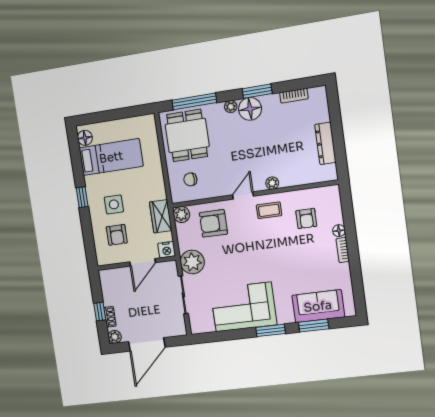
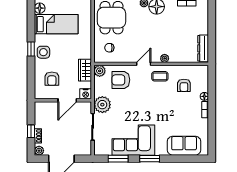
dresser: (325, 143) -> (203, 48), moved
side table: (114, 204) -> (43, 52), moved
window: (314, 326) -> (118, 159), moved

